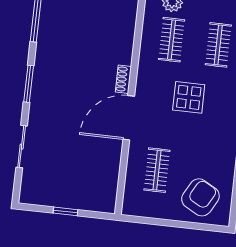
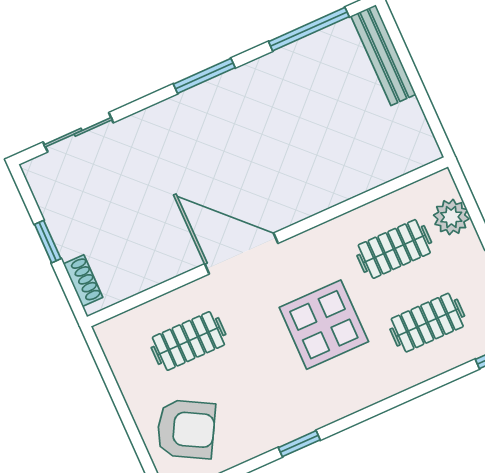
shoe rack: (123, 79) -> (83, 281), moved, turned 90
display table: (189, 97) -> (324, 325), width x1.36, depth x1.36
sliding door: (22, 147) -> (78, 132), moved

